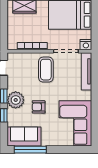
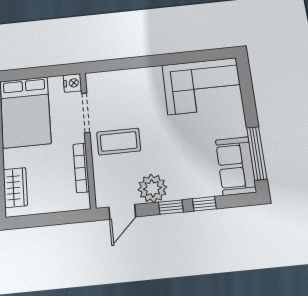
tv unit: (87, 71) -> (116, 78), removed
plant: (16, 100) -> (152, 188), moved
armchair: (39, 107) -> (182, 147), removed

